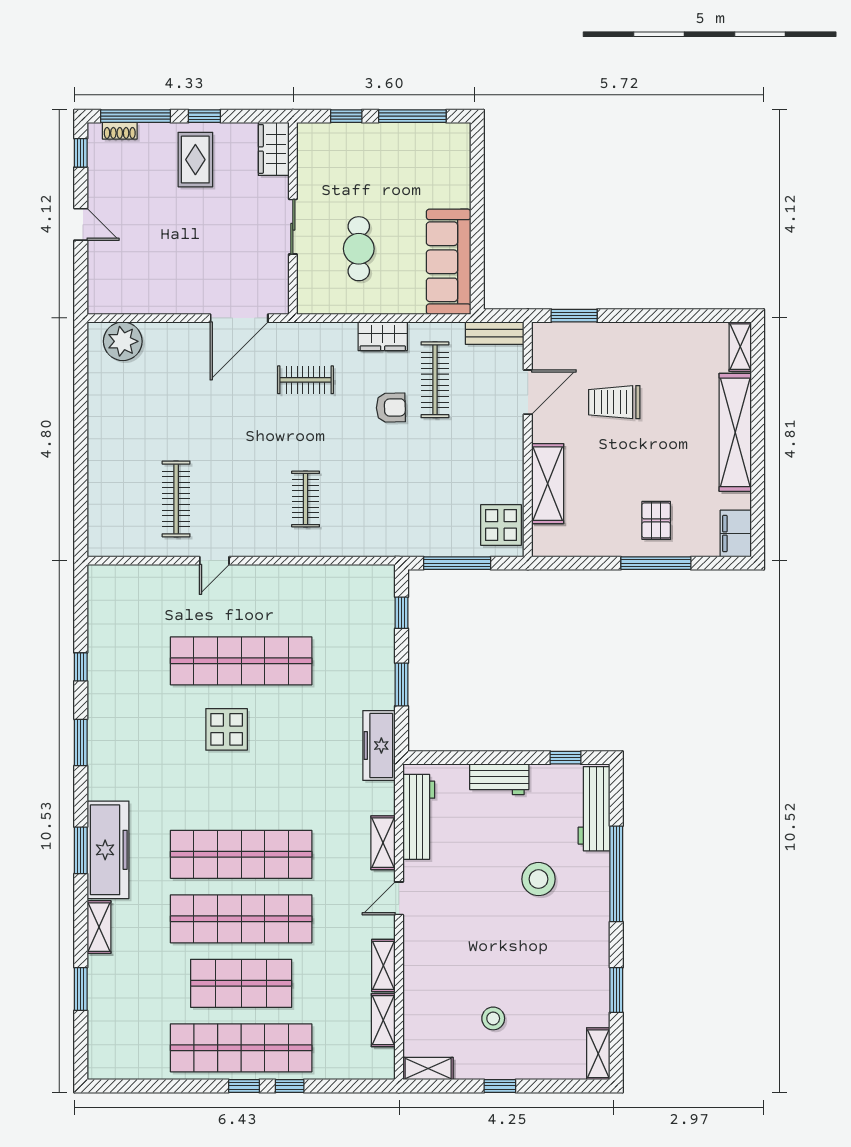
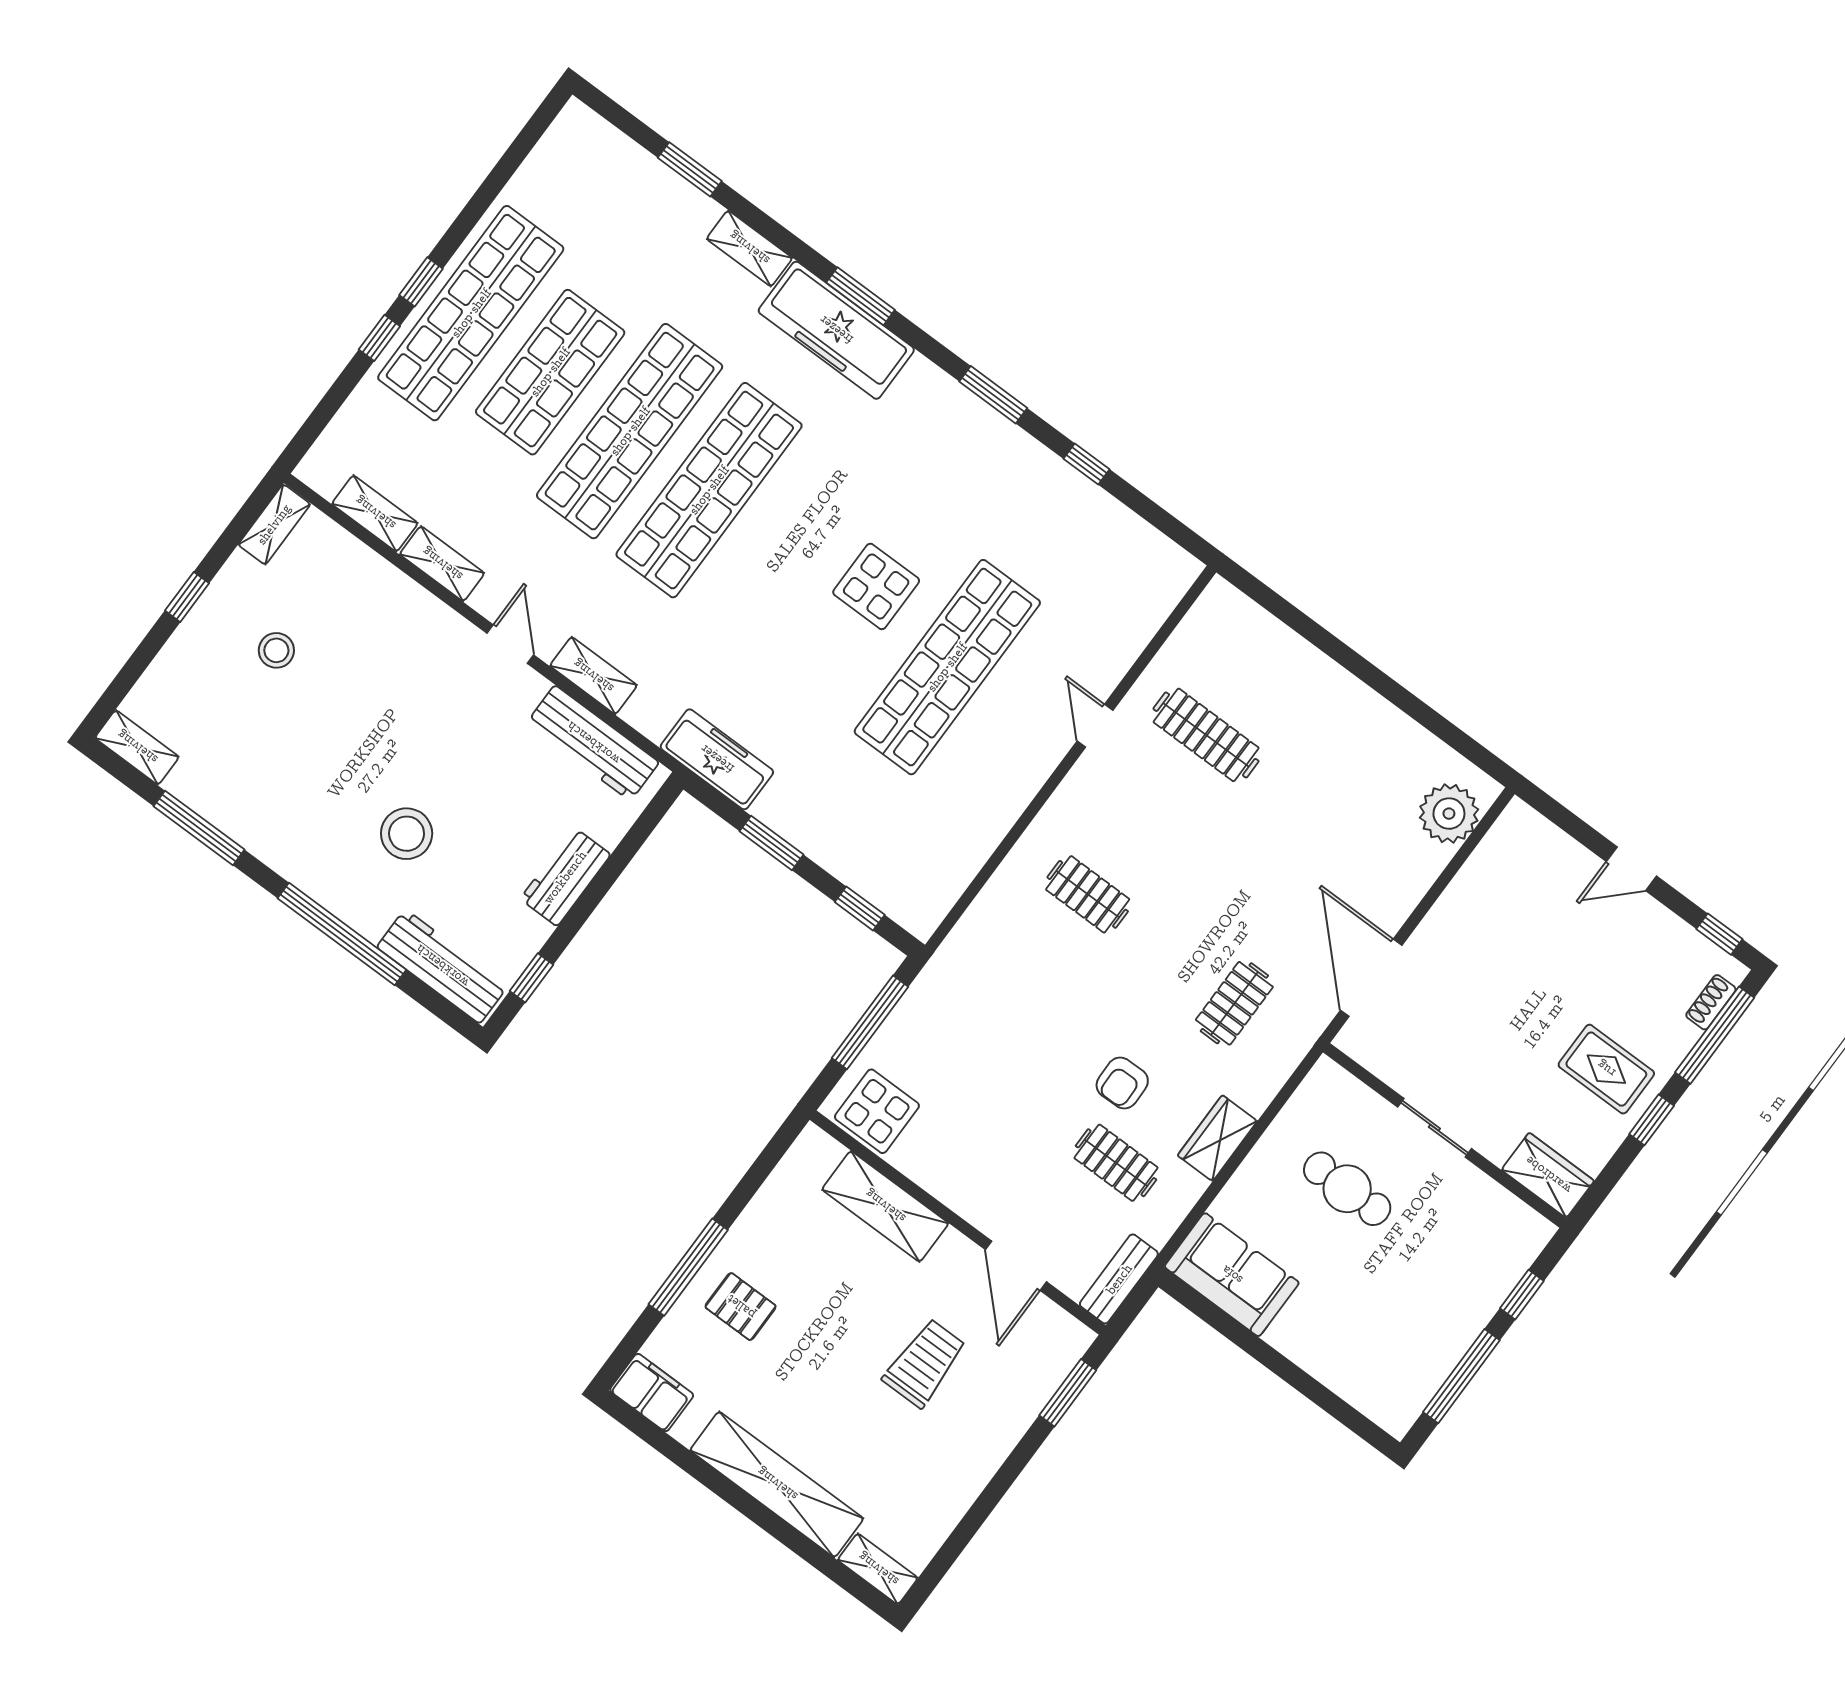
sofa: (449, 262) -> (1232, 1275), width x0.73
clothes rail: (435, 380) -> (1116, 1163), width x0.73
window: (616, 990) -> (199, 828), width x1.44

